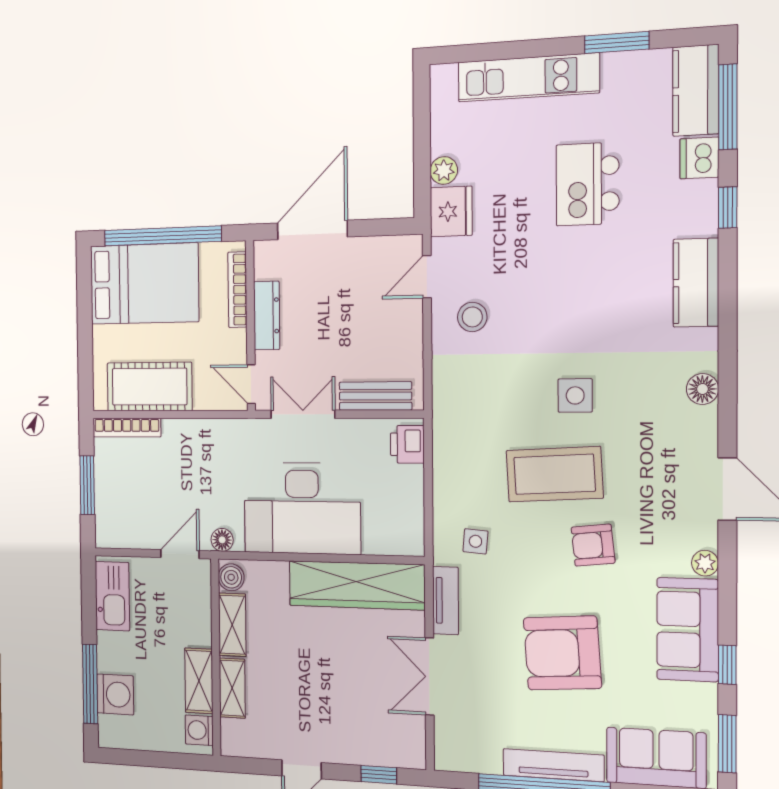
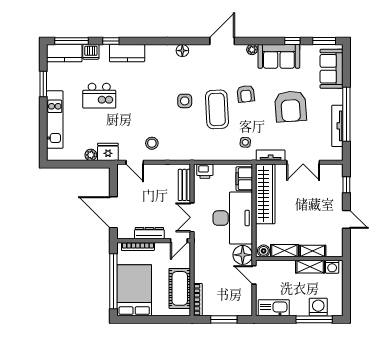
kitchen counter: (696, 283) -> (127, 53), moved
filing cabinet: (391, 537) -> (244, 179), added
floor lamp: (222, 540) -> (243, 255), width x1.89, depth x1.89
tv unit: (553, 765) -> (337, 126), moved

